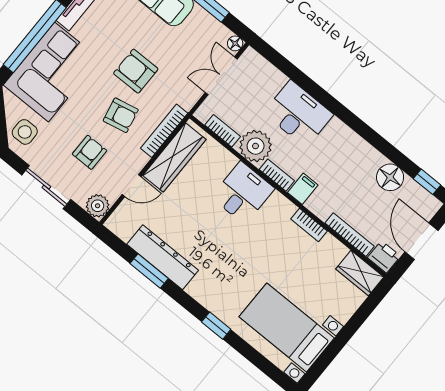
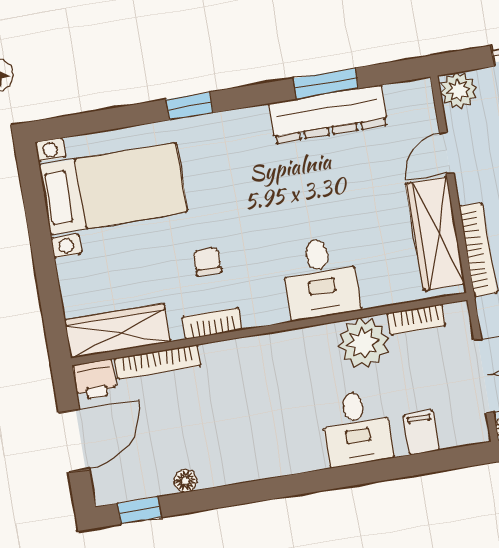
desk: (298, 114) -> (357, 428), width x0.73
bookcase: (277, 175) -> (306, 338), removed
floor lamp: (390, 177) -> (185, 481), width x0.53, depth x0.53
filing cabinet: (303, 189) -> (421, 433), moved, turned 180
door: (421, 241) -> (74, 441), hinge flipped
chair: (282, 253) -> (207, 262), added
wardrobe: (360, 273) -> (117, 331), width x1.50

